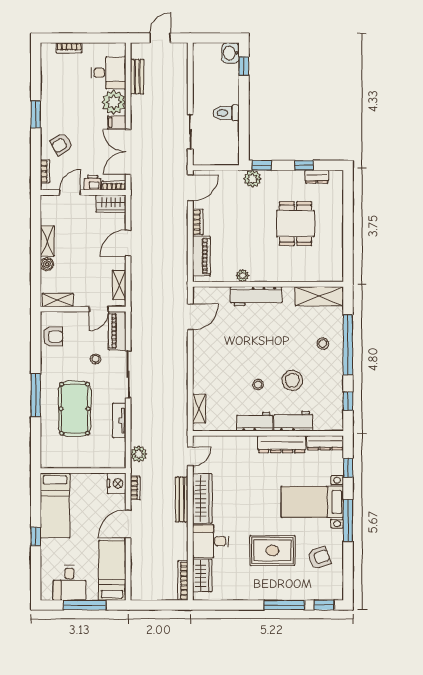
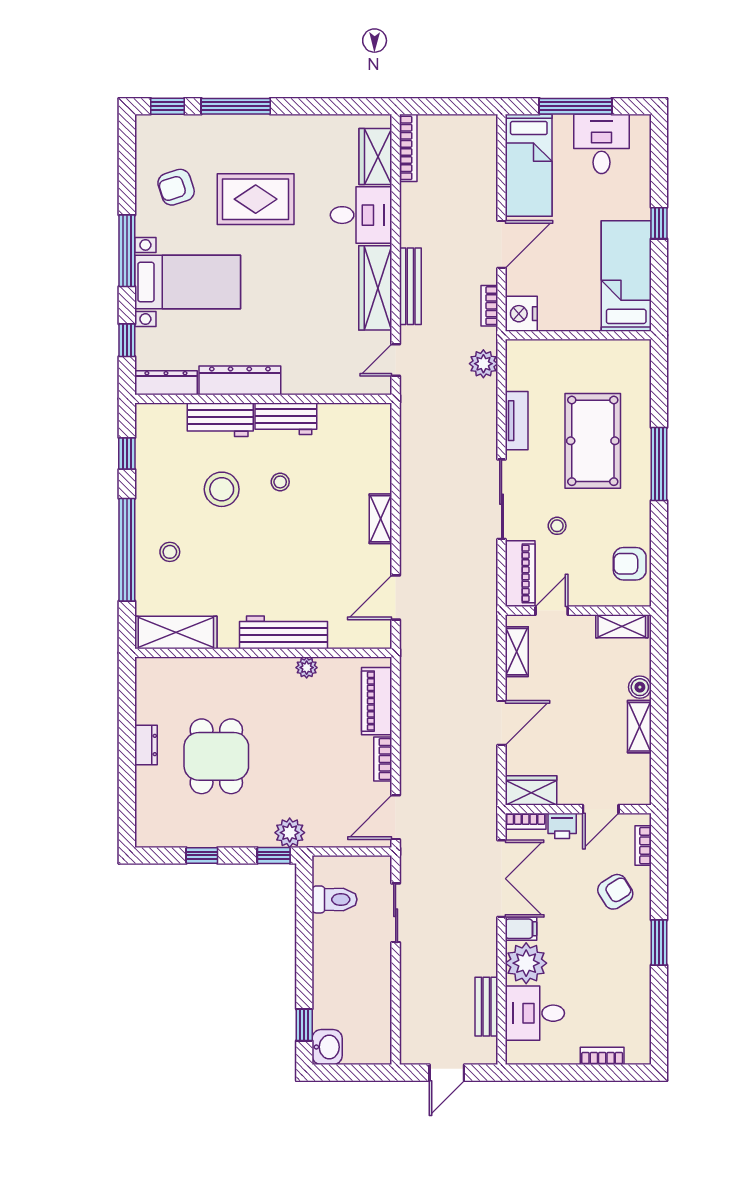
toilet: (226, 113) -> (335, 899), moved
dresser: (317, 177) -> (146, 745), moved, turned 90
shelving: (199, 409) -> (380, 519), moved

